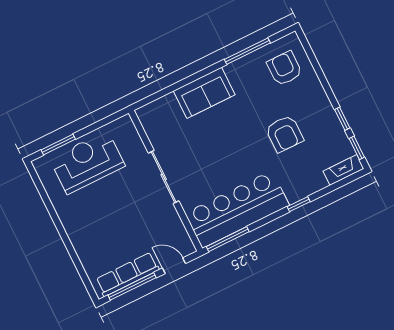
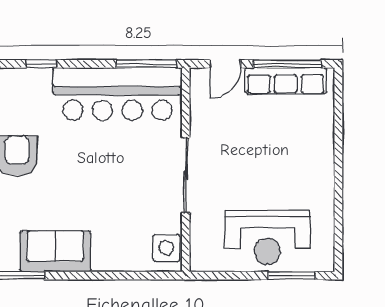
sofa: (204, 93) -> (55, 251), moved
side table: (152, 121) -> (166, 248), added
door: (174, 266) -> (225, 64), hinge flipped

